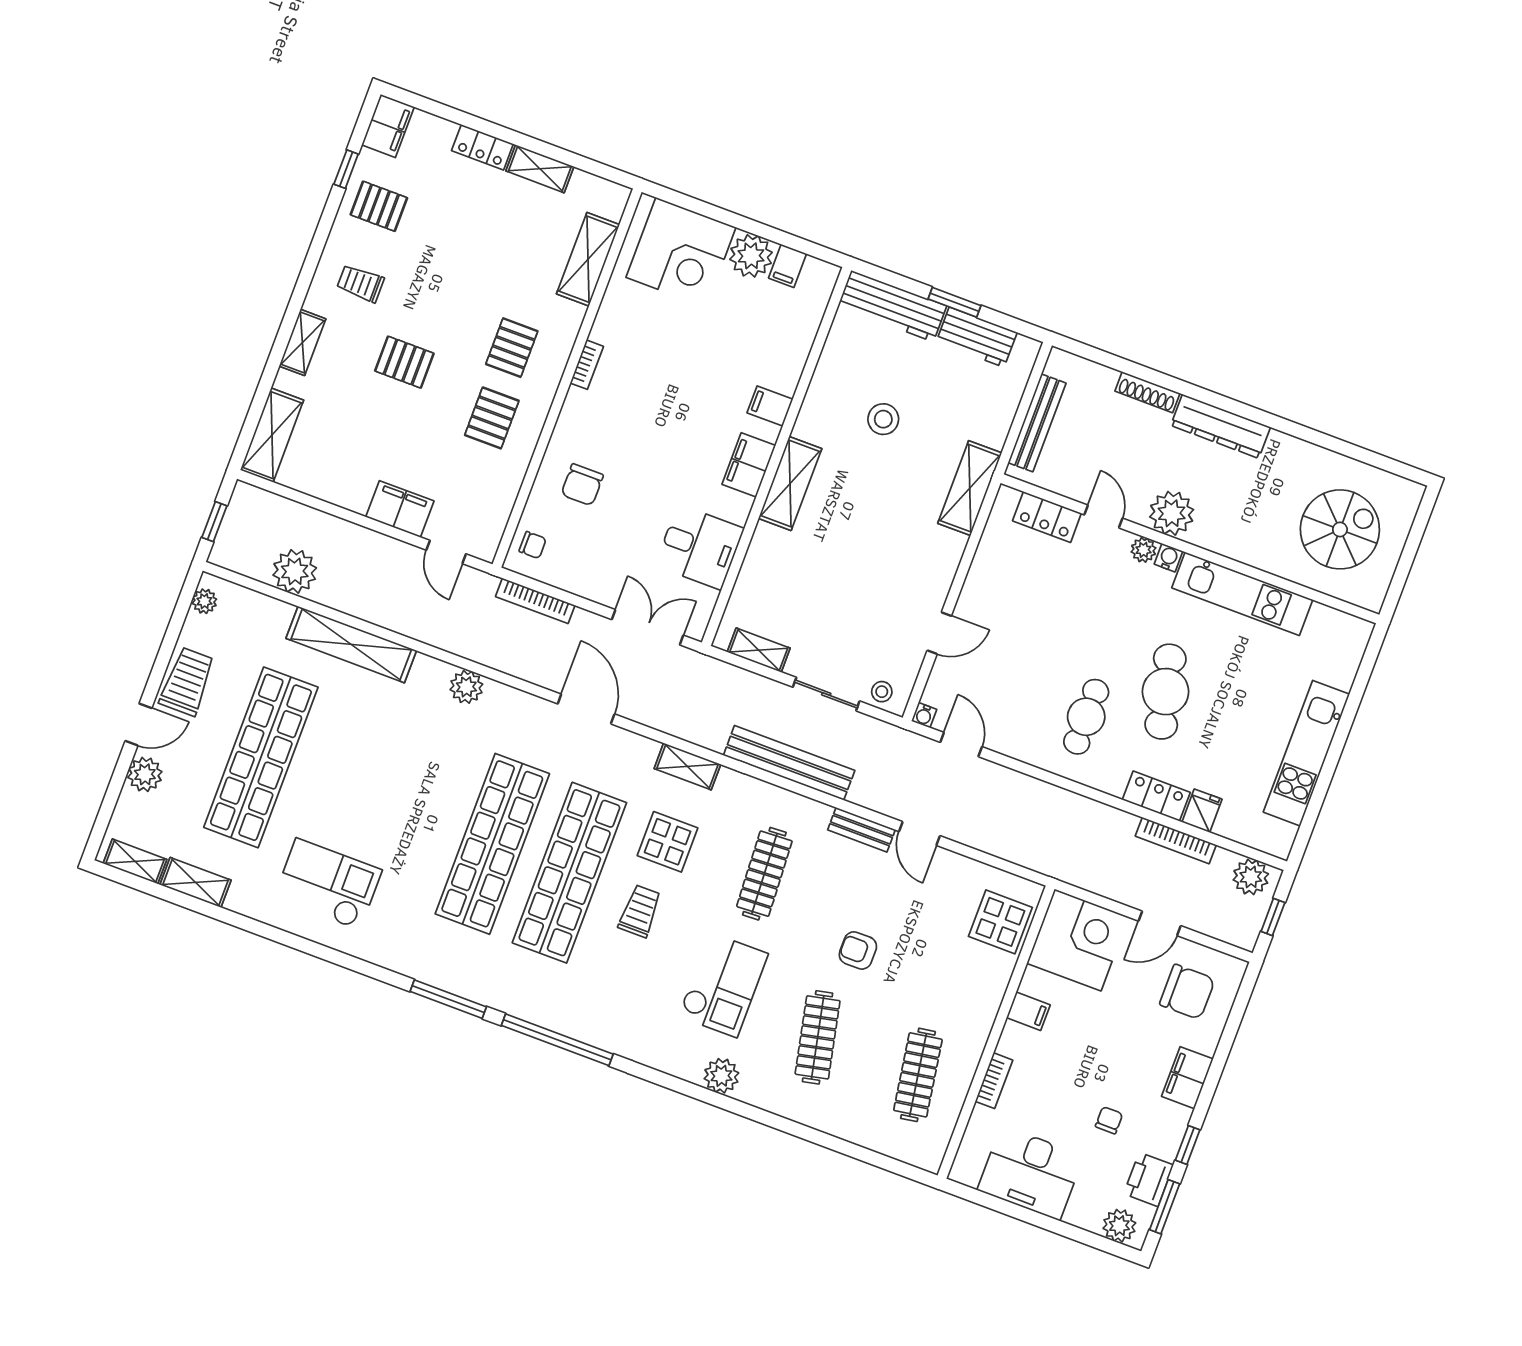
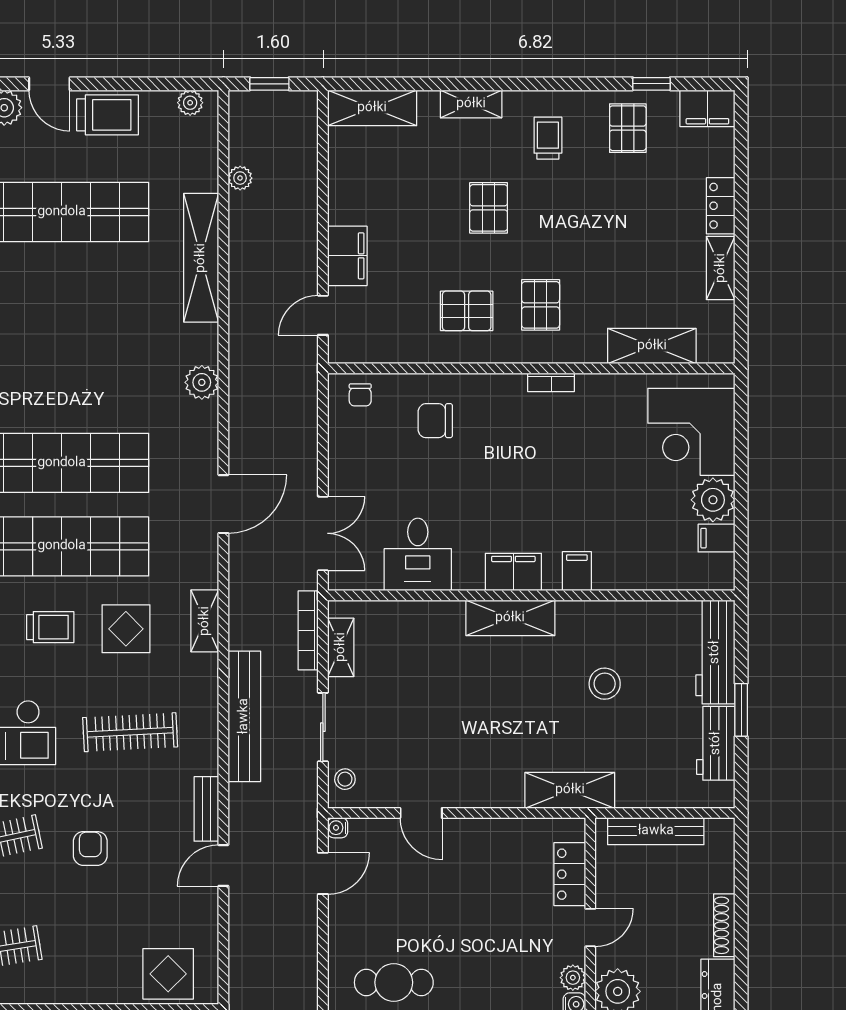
pallet: (512, 348) -> (541, 305), turned 90
plant: (295, 571) -> (240, 178), width x0.53, depth x0.53
bookcase: (535, 601) -> (308, 630), moved

